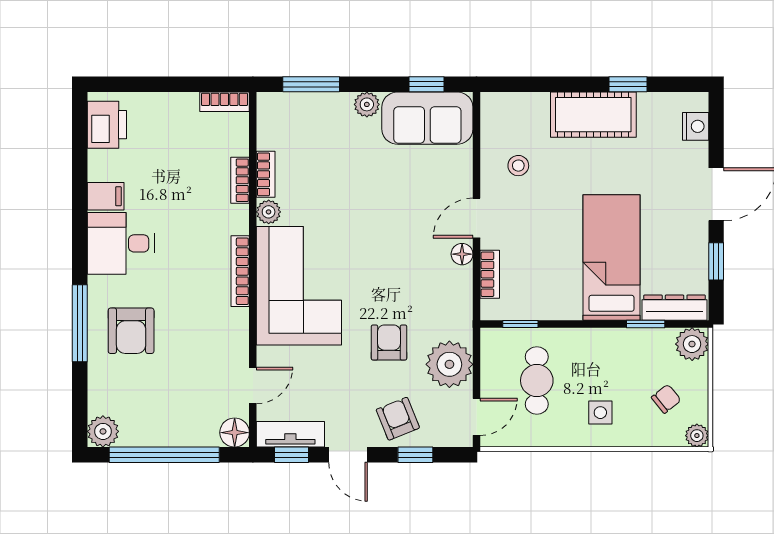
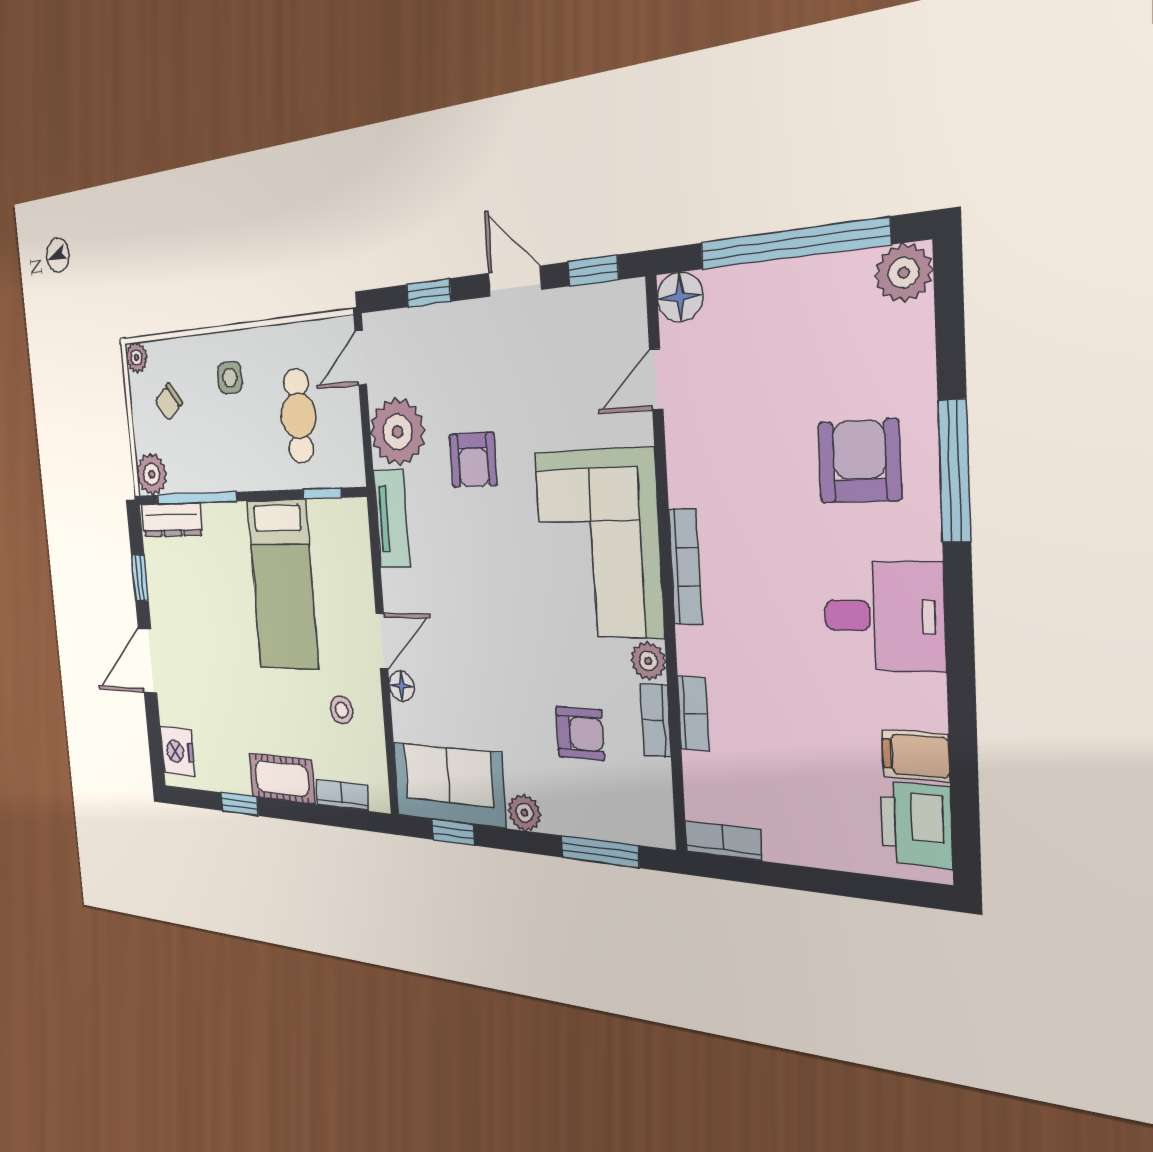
cot: (593, 115) -> (282, 778), width x0.73, depth x0.75
nightstand: (696, 126) -> (177, 751), width x1.36, depth x1.33
filing cabinet: (106, 196) -> (916, 756), moved
floor lamp: (462, 254) -> (402, 686), moved
bed: (612, 257) -> (283, 585), moved
bookcase: (490, 274) -> (342, 795), moved, turned 90
window: (646, 324) -> (196, 498), width x2.17
armchair: (398, 419) -> (580, 733), moved, turned -68
tv unit: (290, 434) -> (392, 519), moved, turned -90

